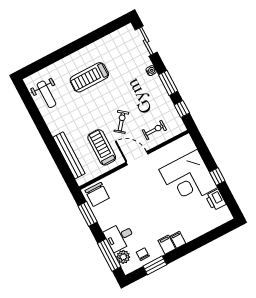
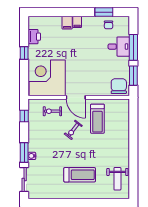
window: (168, 83) -> (24, 152), moved
weight bench: (47, 94) -> (117, 179), turned 180
bench: (69, 155) -> (124, 126), removed
corner desk: (188, 179) -> (47, 78), moved, turned -90
filing cabinet: (167, 245) -> (67, 23), moved
window: (109, 255) -> (133, 47), moved
plant: (123, 257) -> (124, 30), removed

